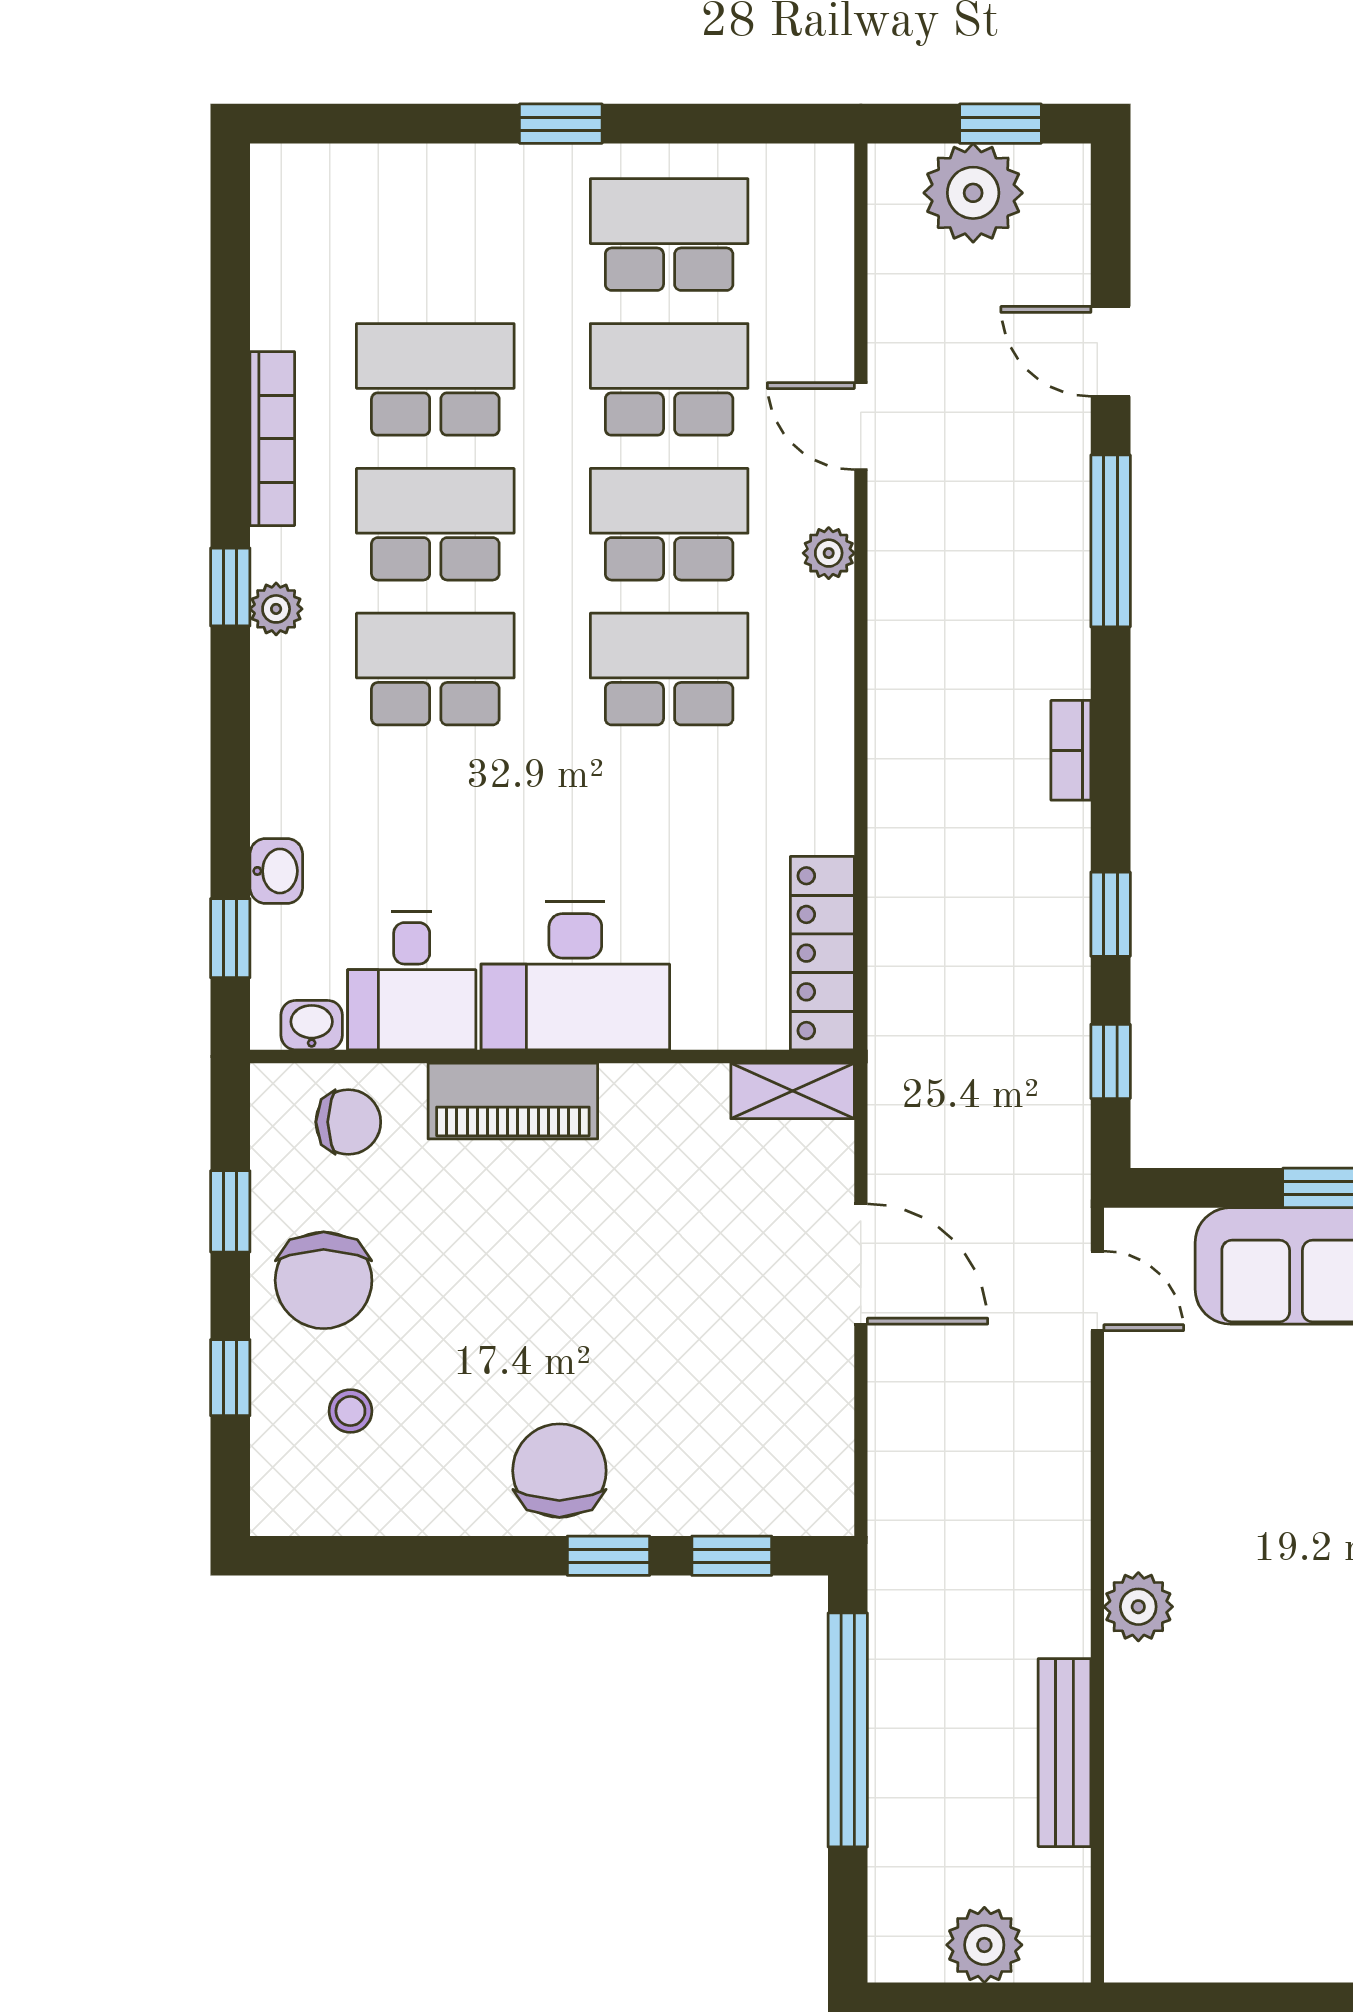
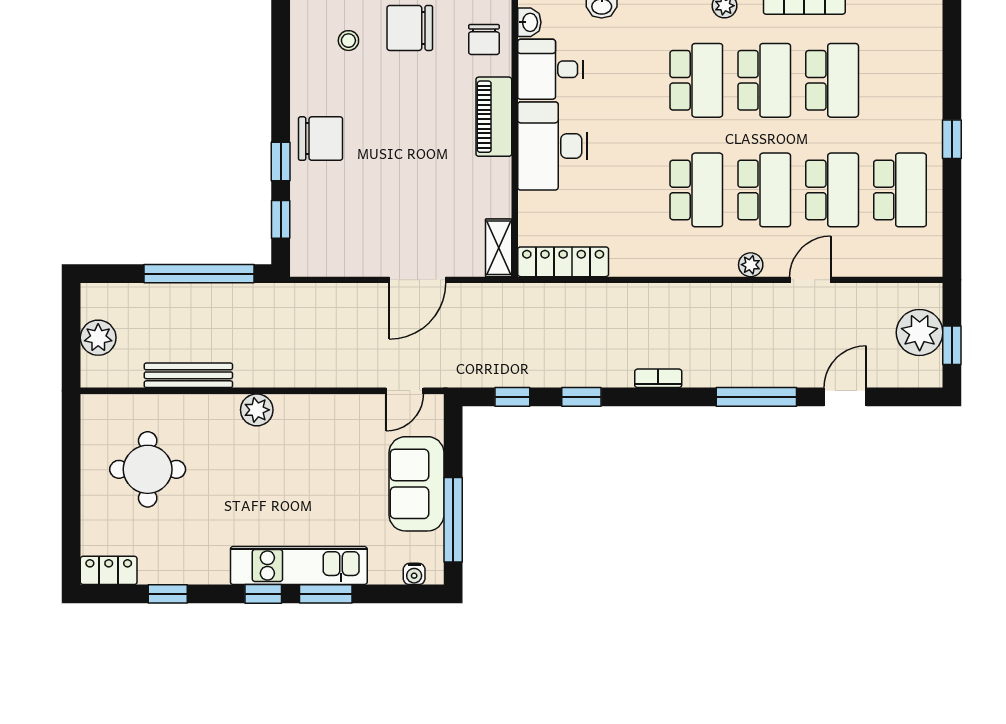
round table: (1265, 1839) -> (148, 469), added

